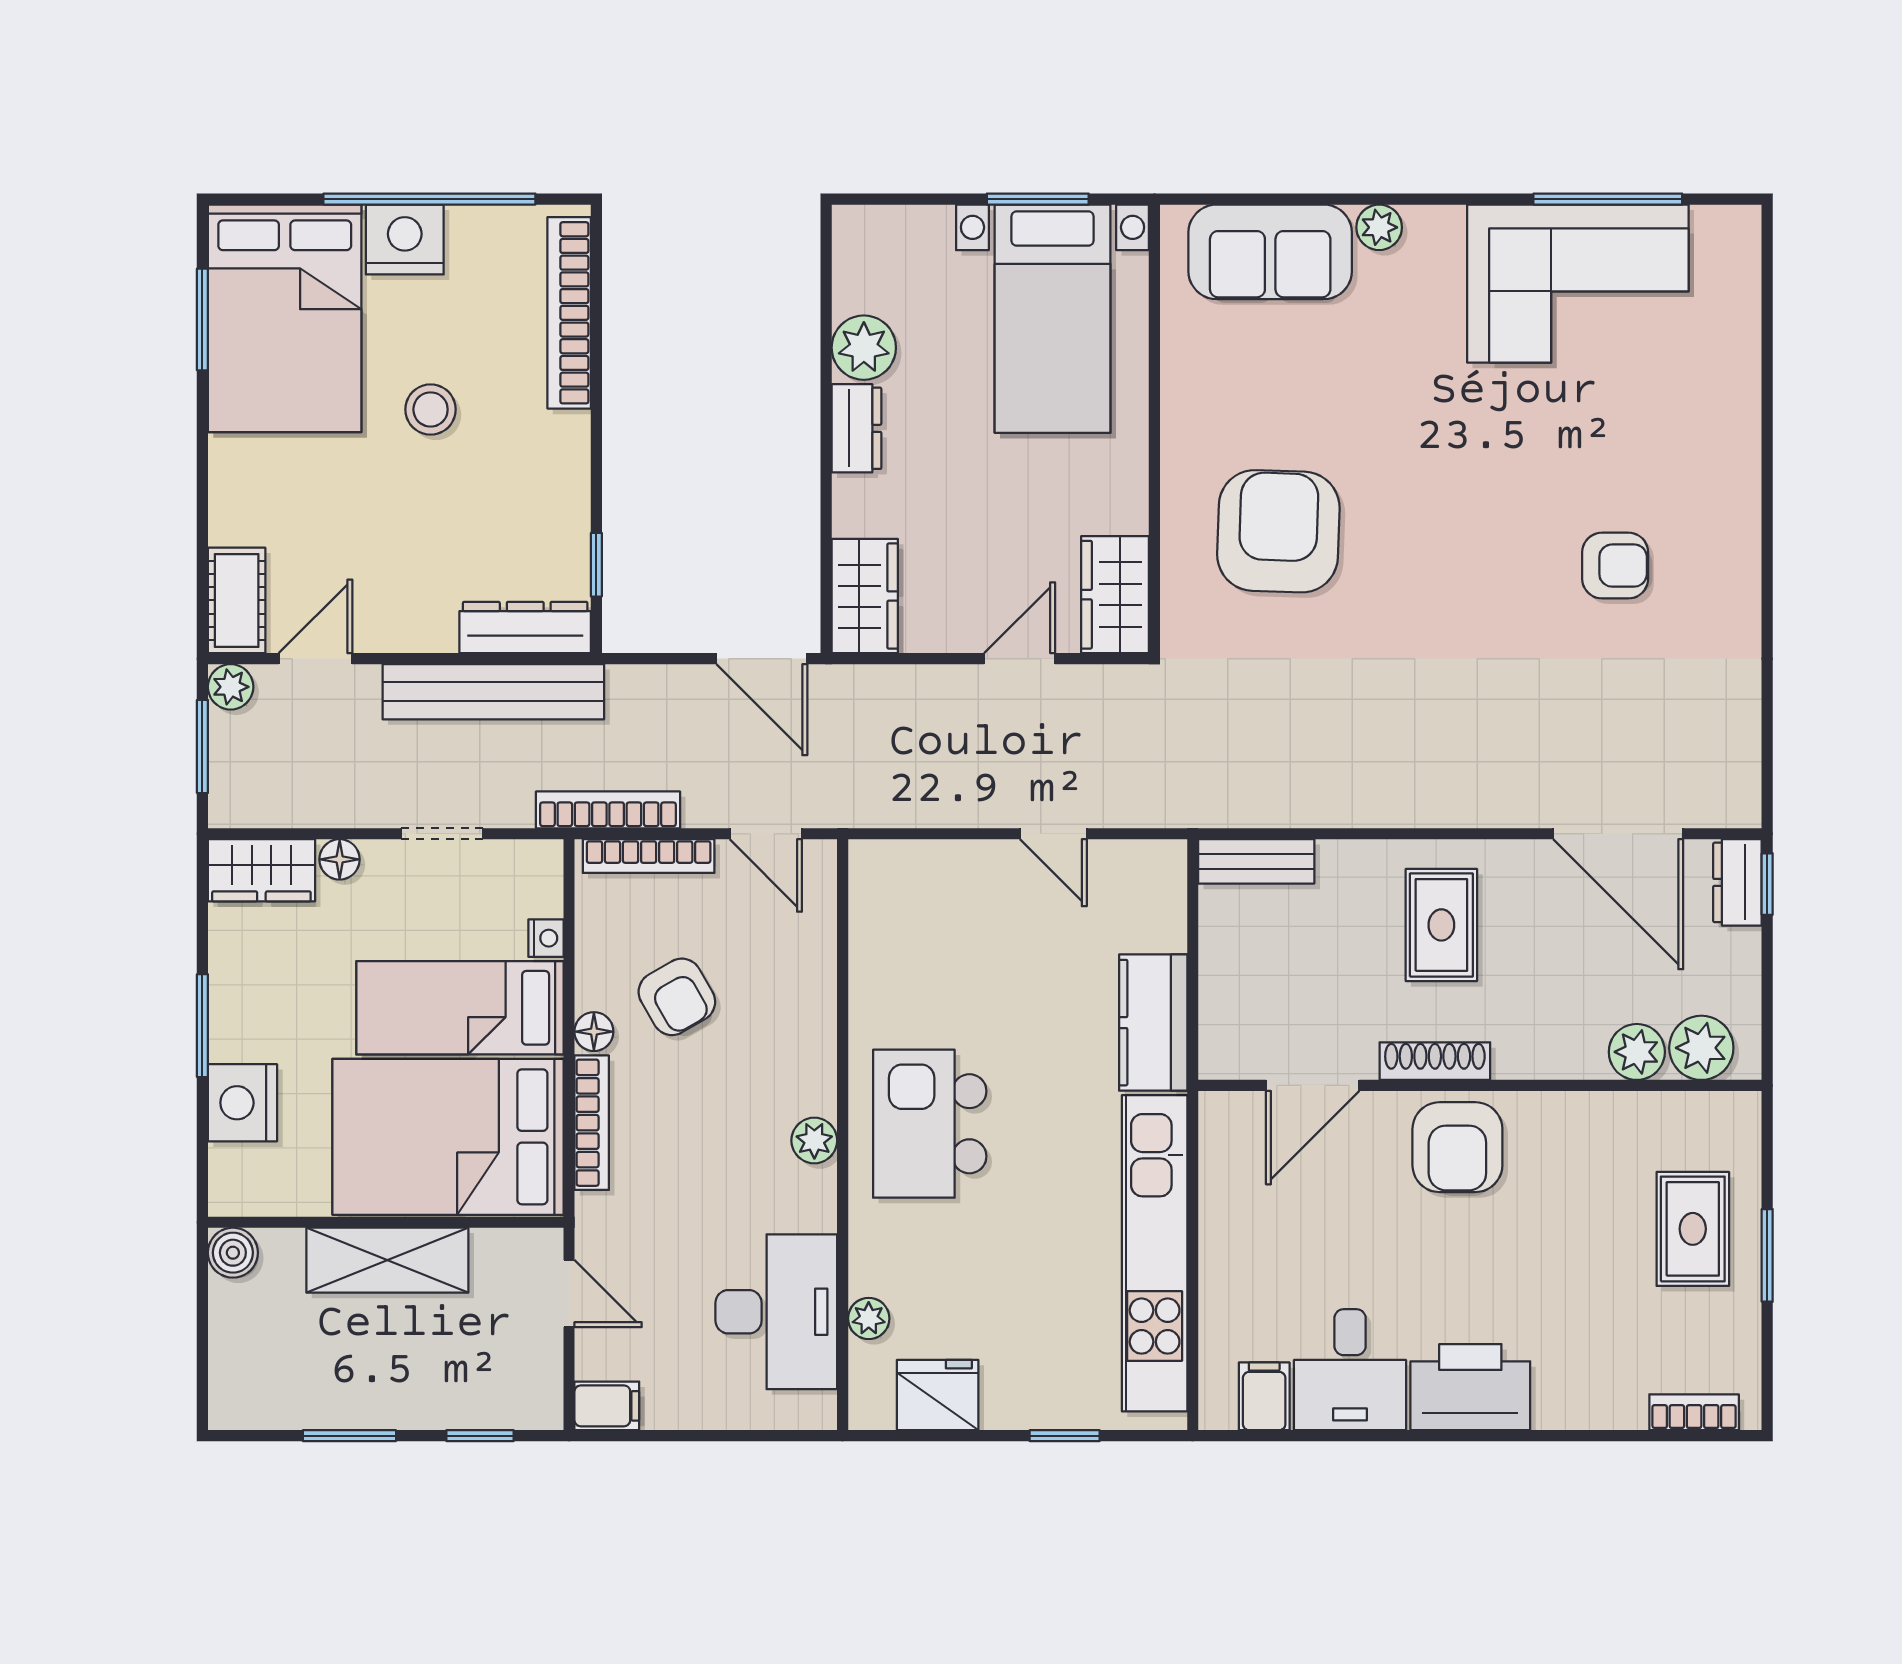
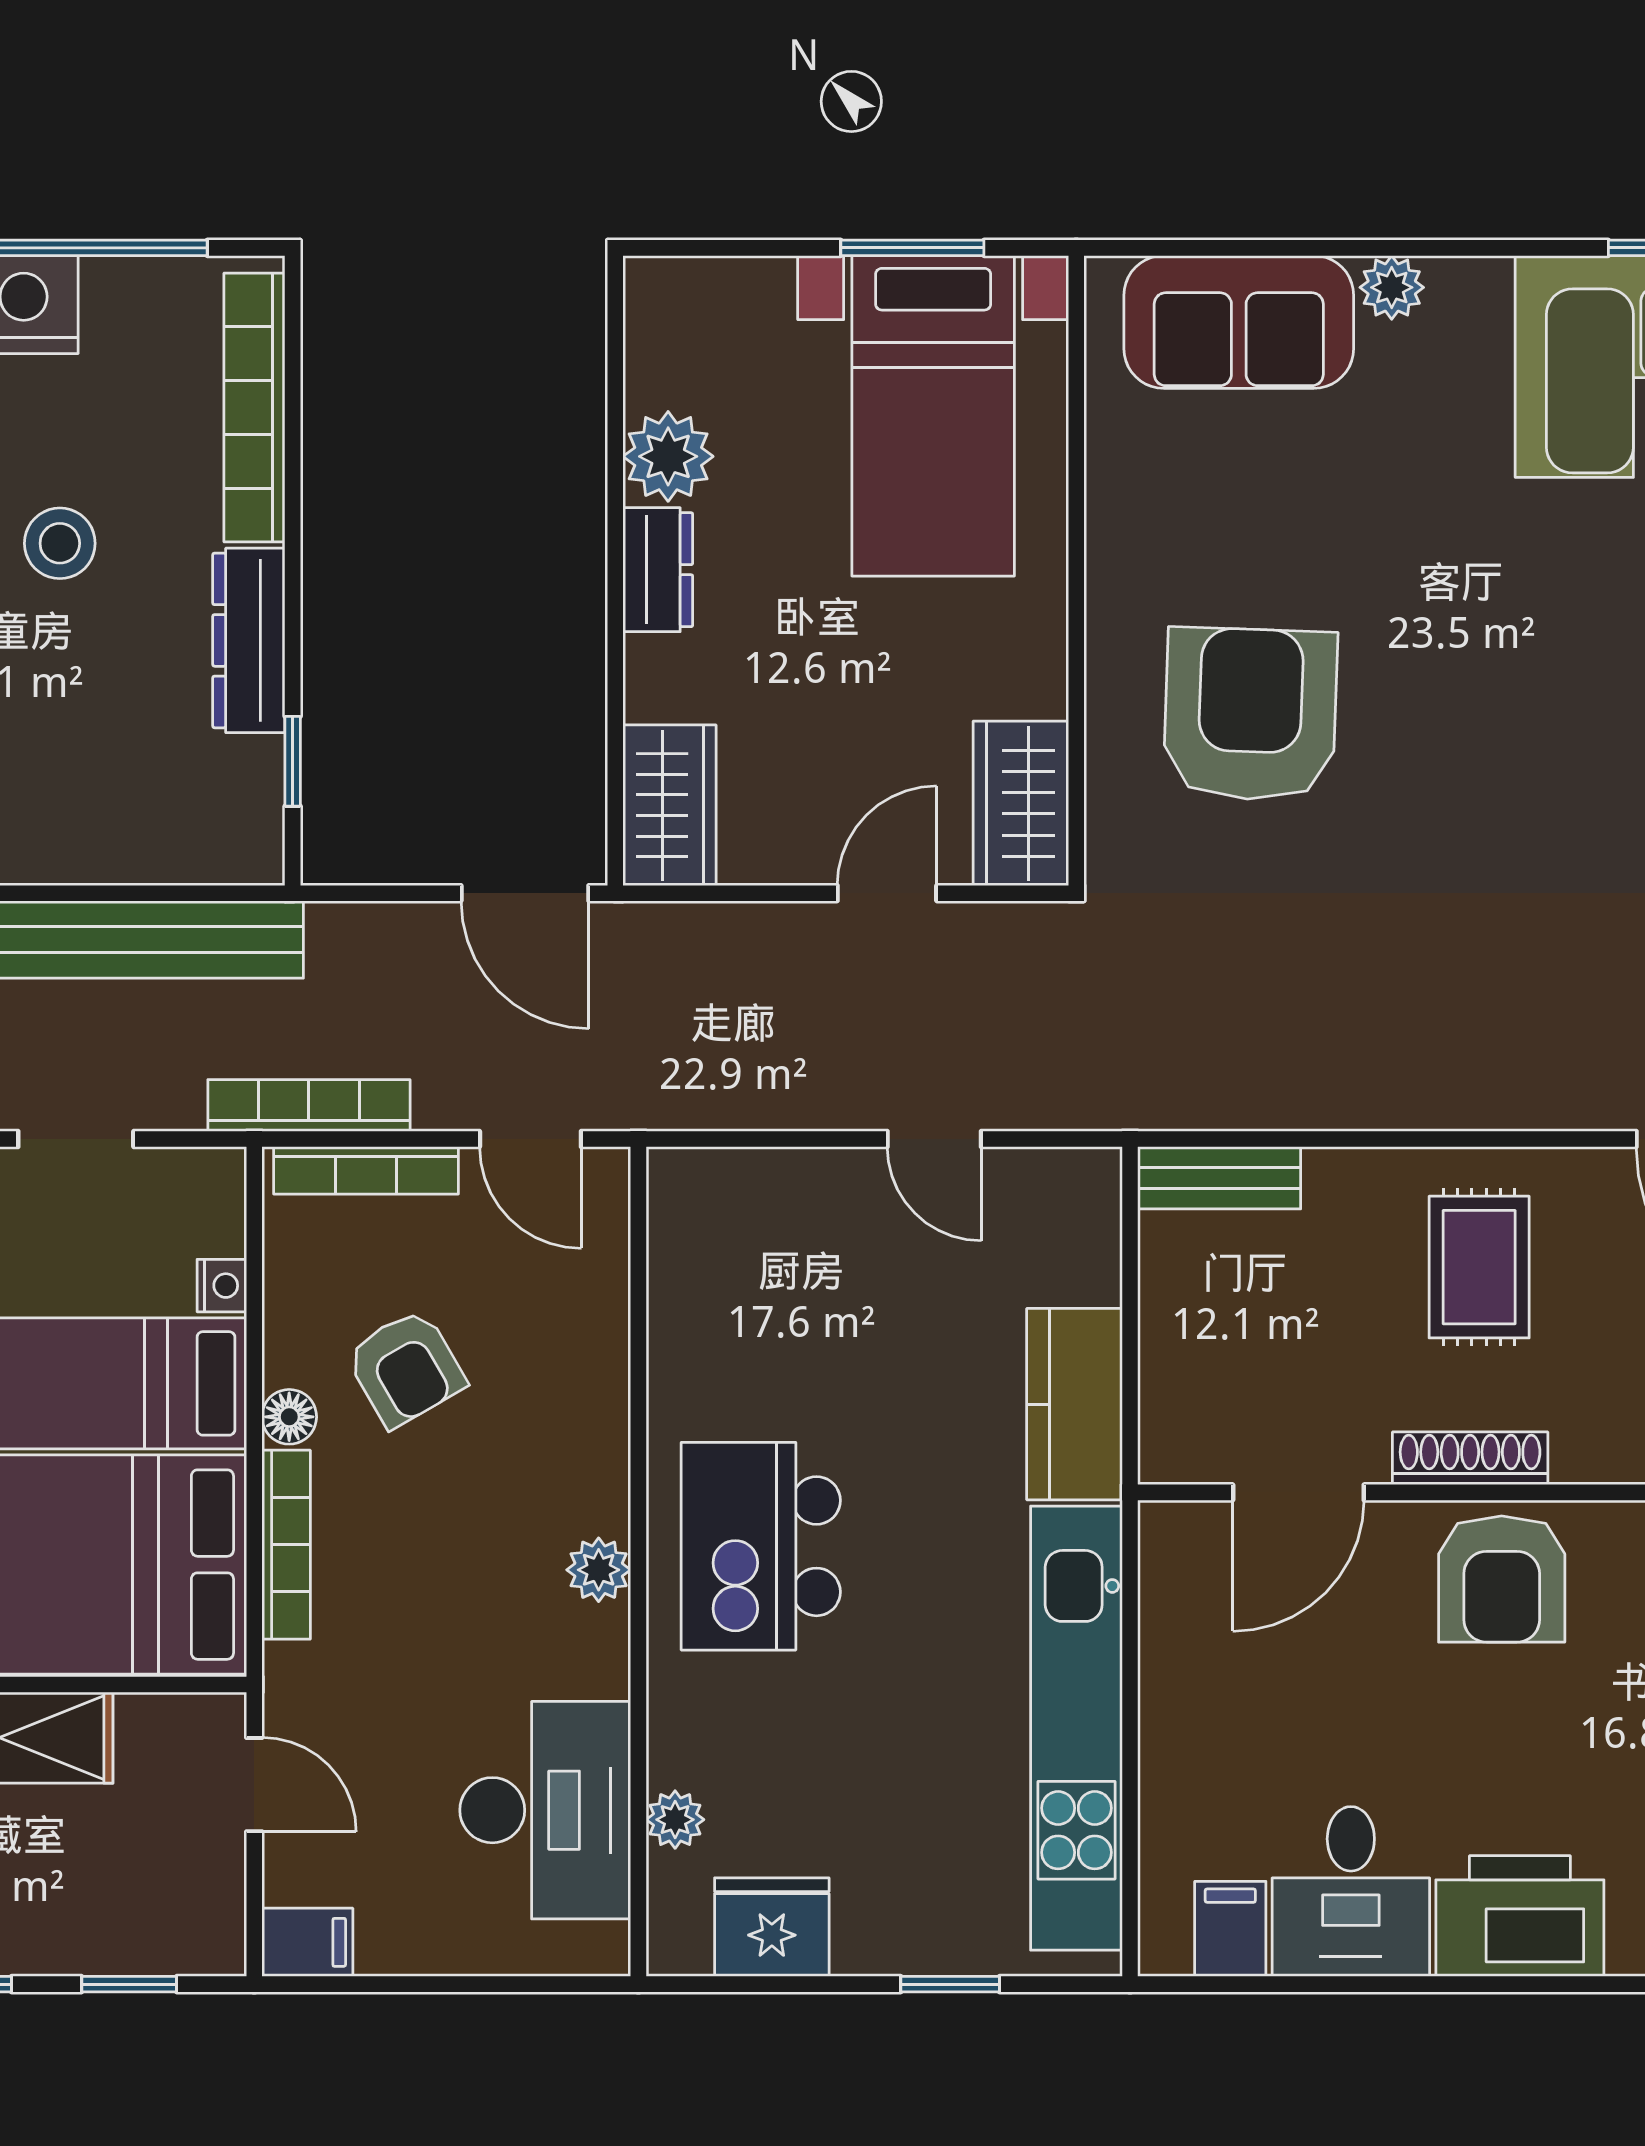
dresser: (525, 627) -> (249, 640), moved, turned -90

